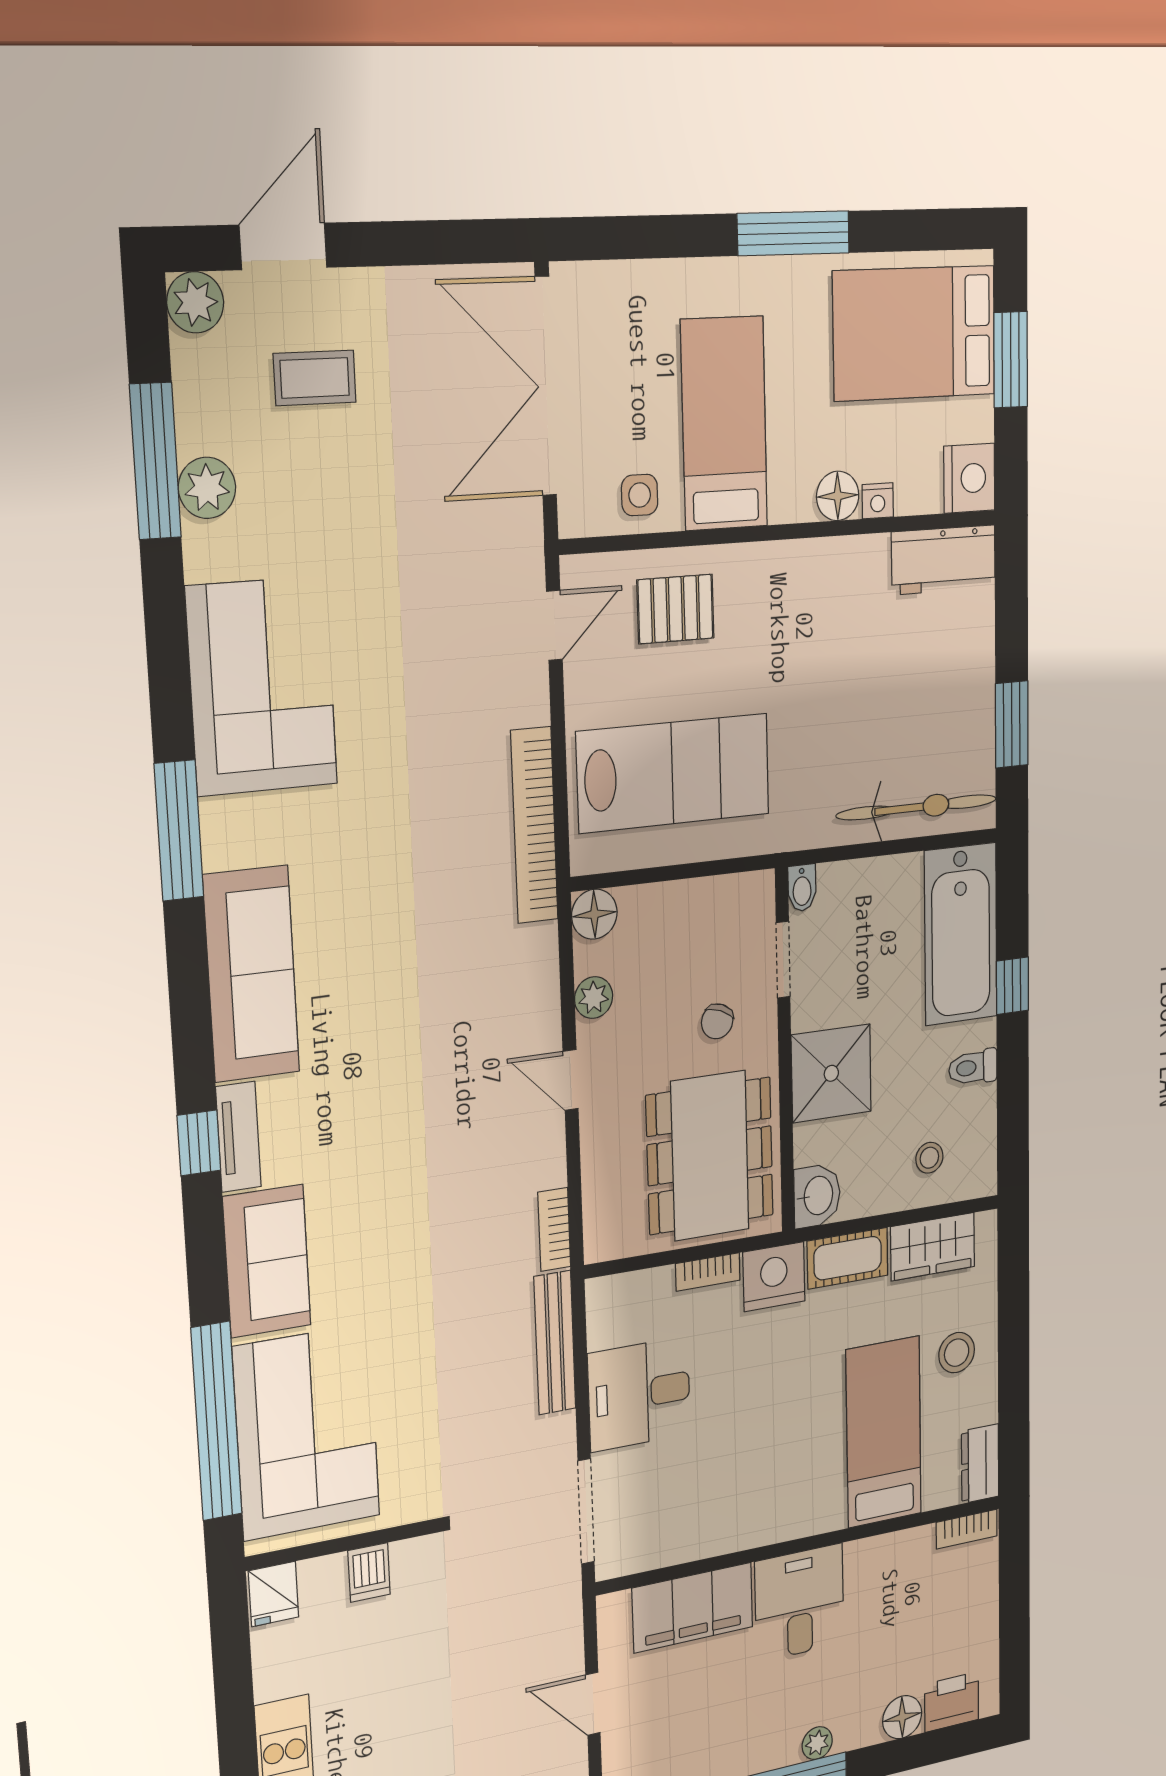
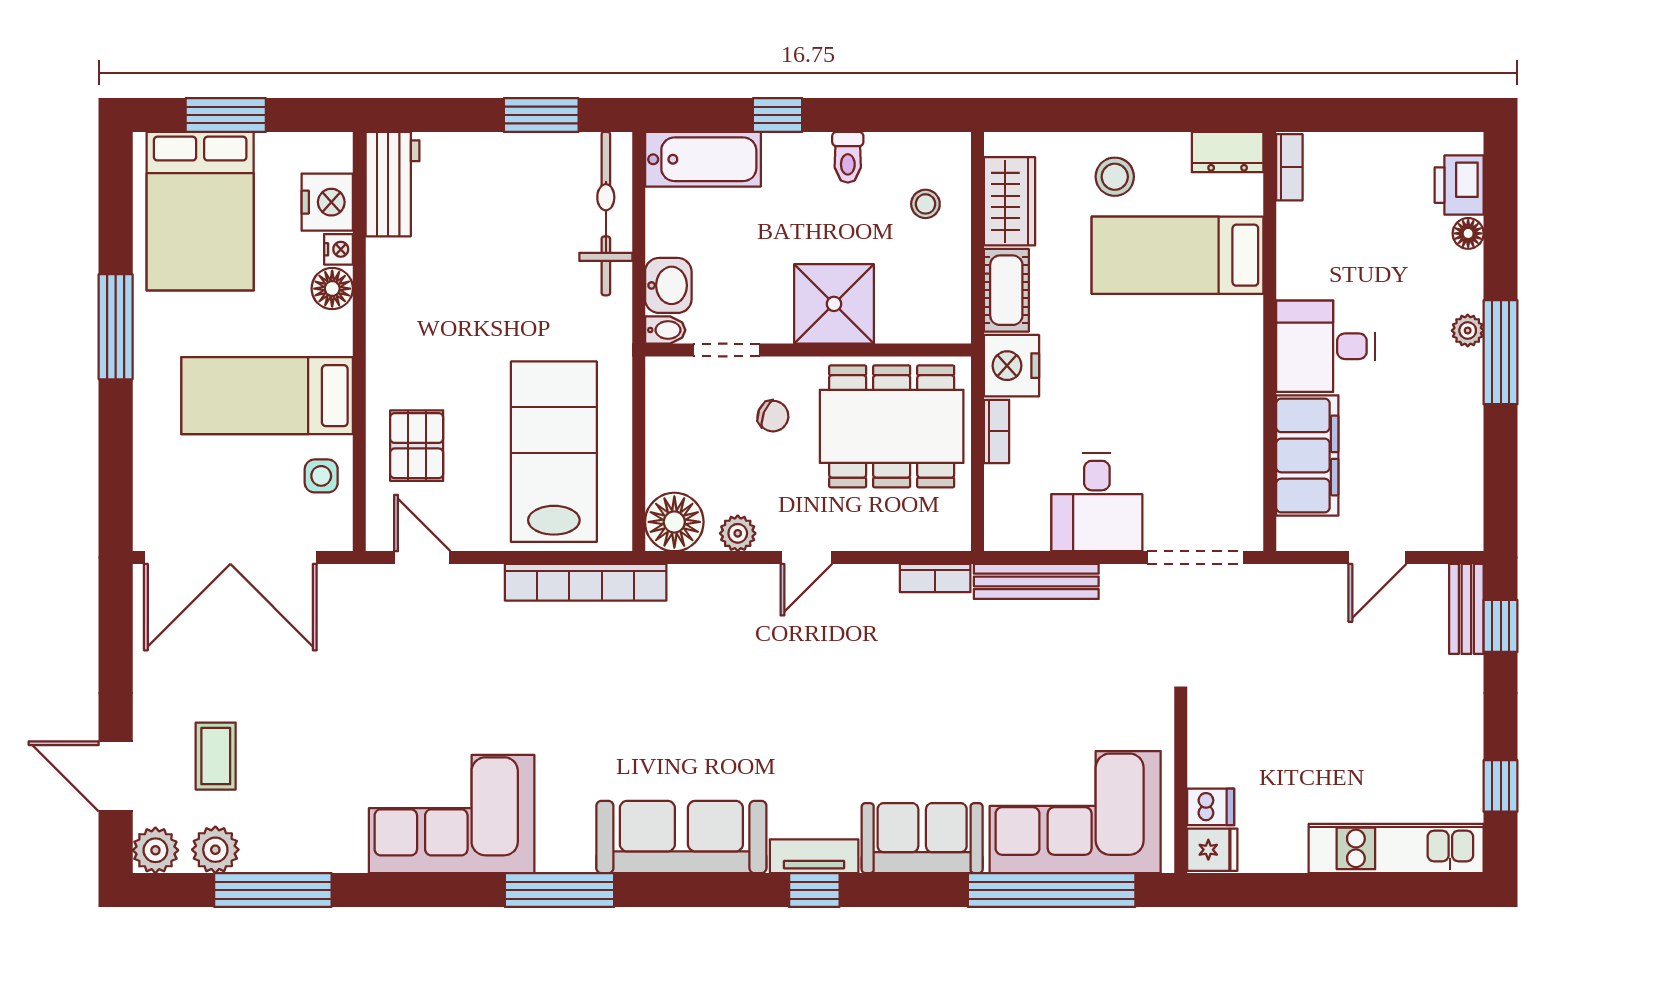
nightstand: (969, 478) -> (327, 202), moved, turned 90
plant: (207, 488) -> (215, 850), moved
floor lamp: (594, 914) -> (674, 522), width x1.38, depth x1.38
bathtub: (961, 934) -> (703, 159), width x0.73, depth x0.73
washbasin: (817, 1196) -> (668, 285), moved, turned 90
dishwasher: (369, 1572) -> (1211, 807), moved
floor lamp: (902, 1717) -> (1468, 233), width x0.73, depth x0.73

